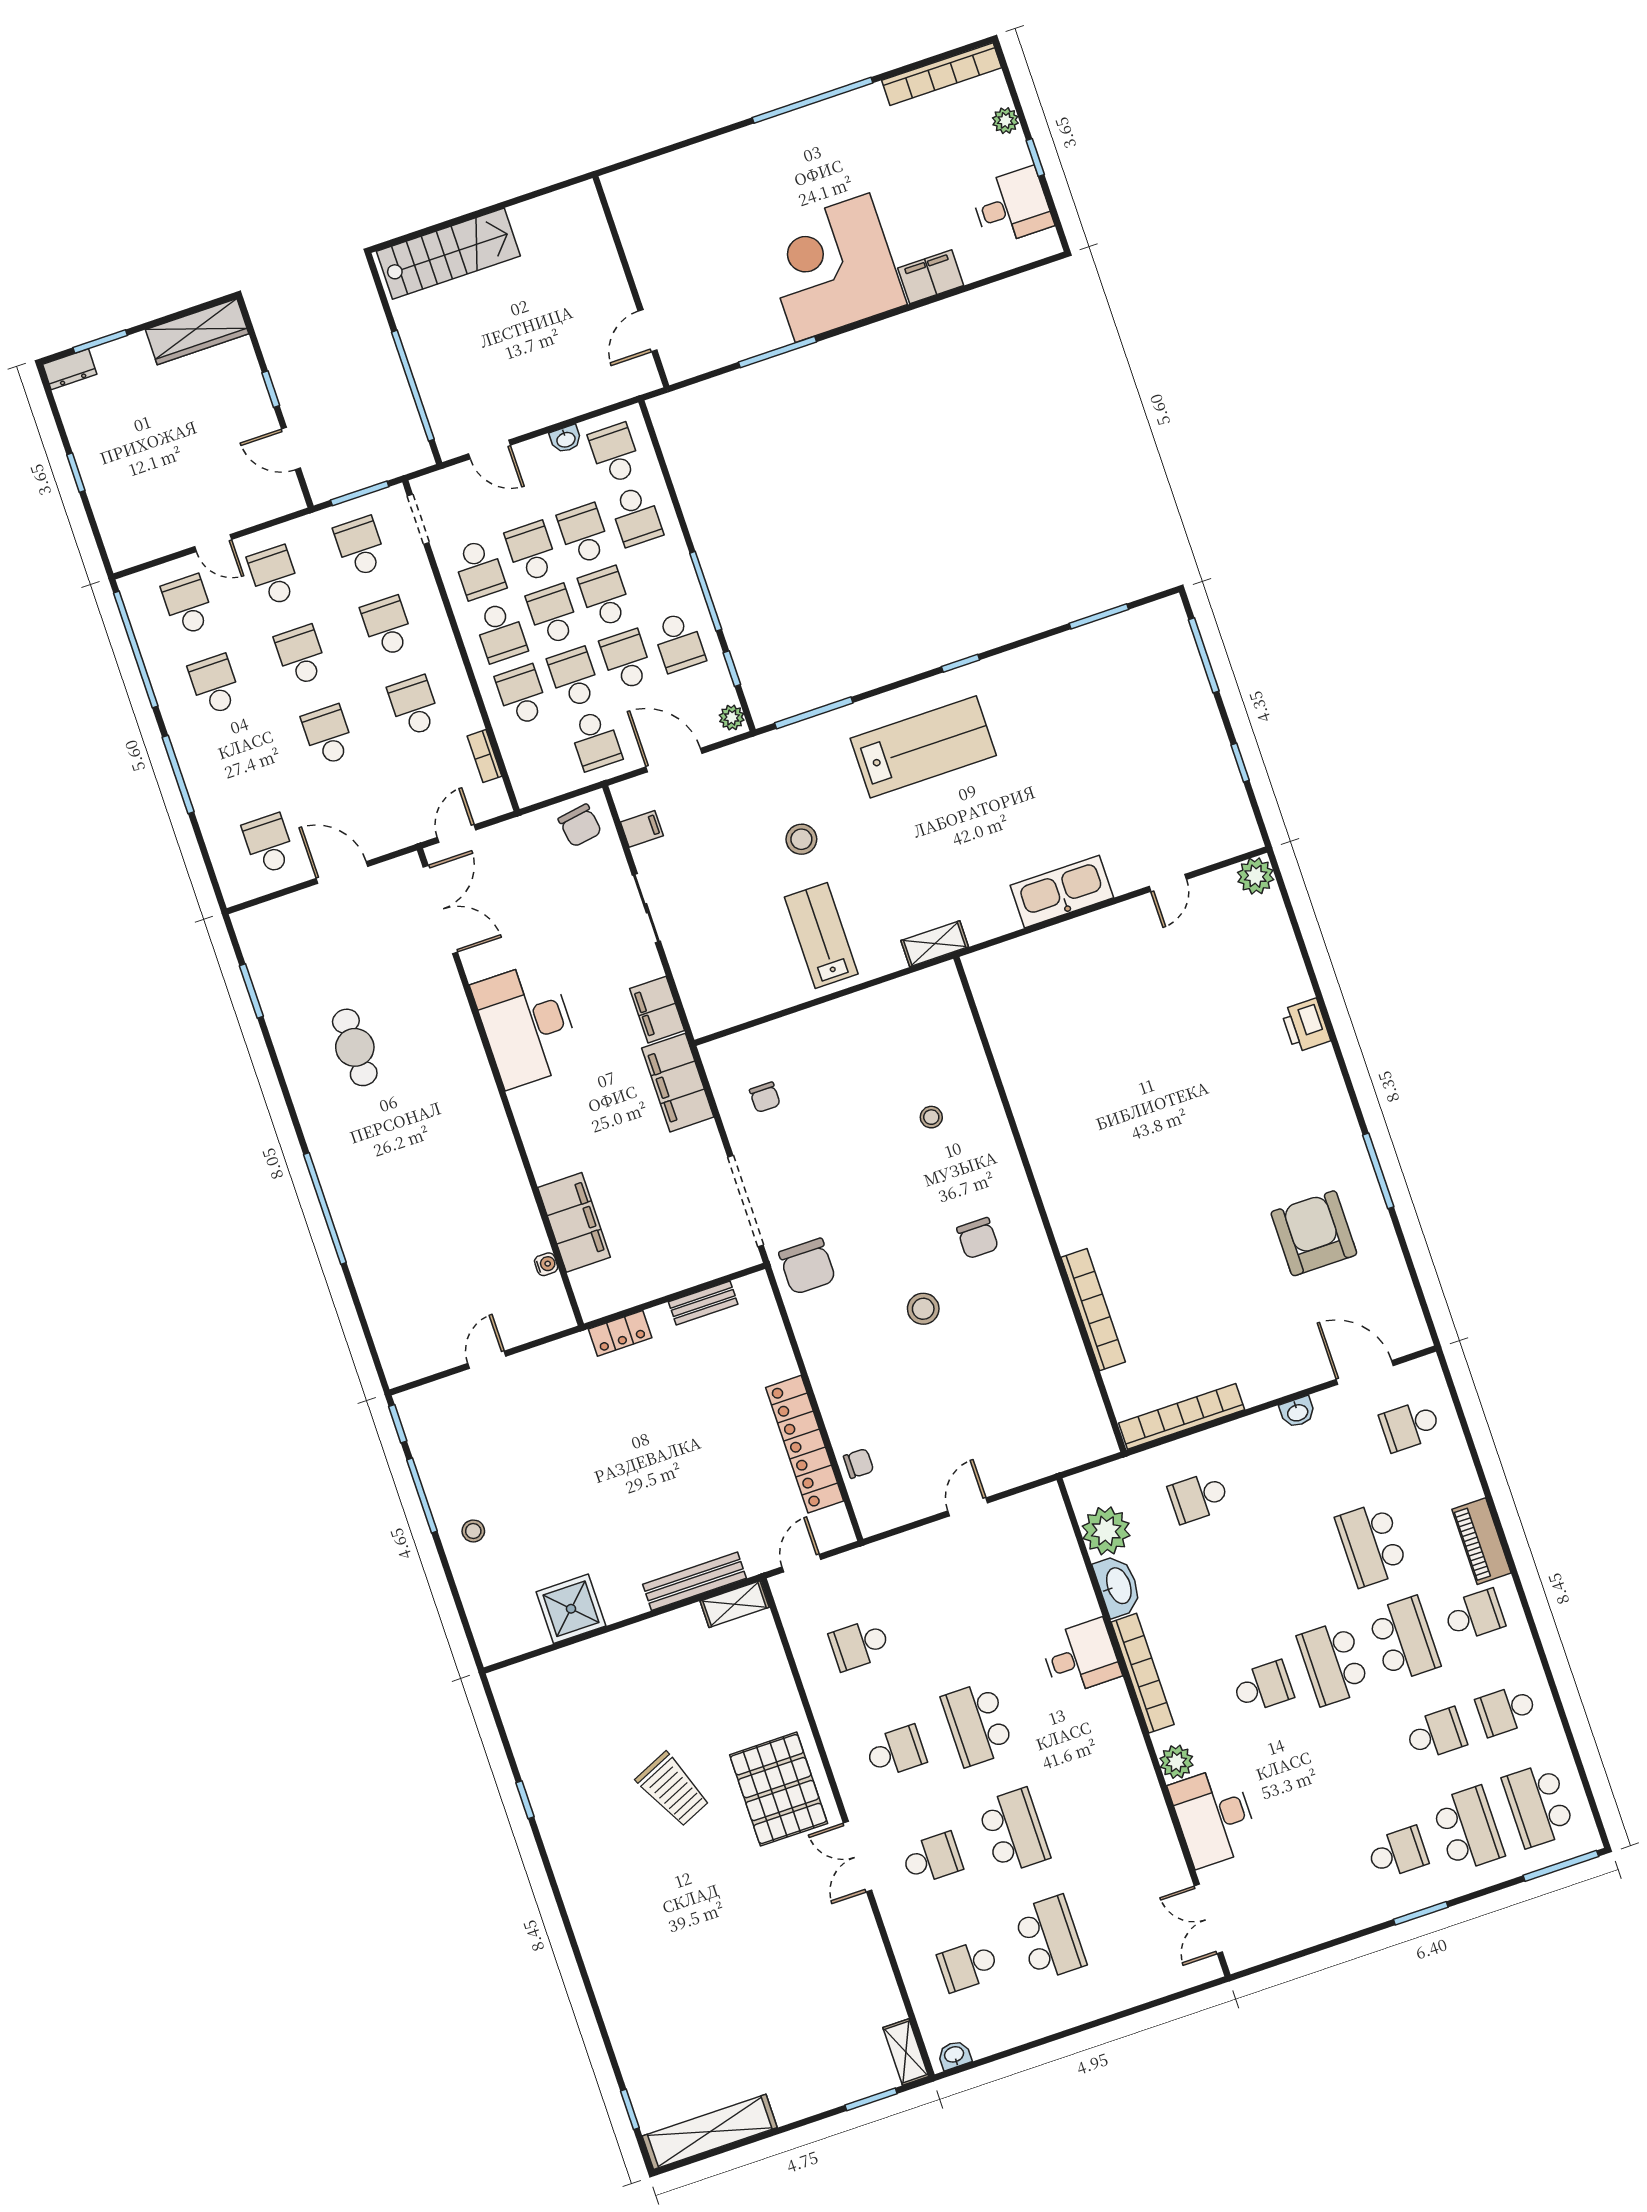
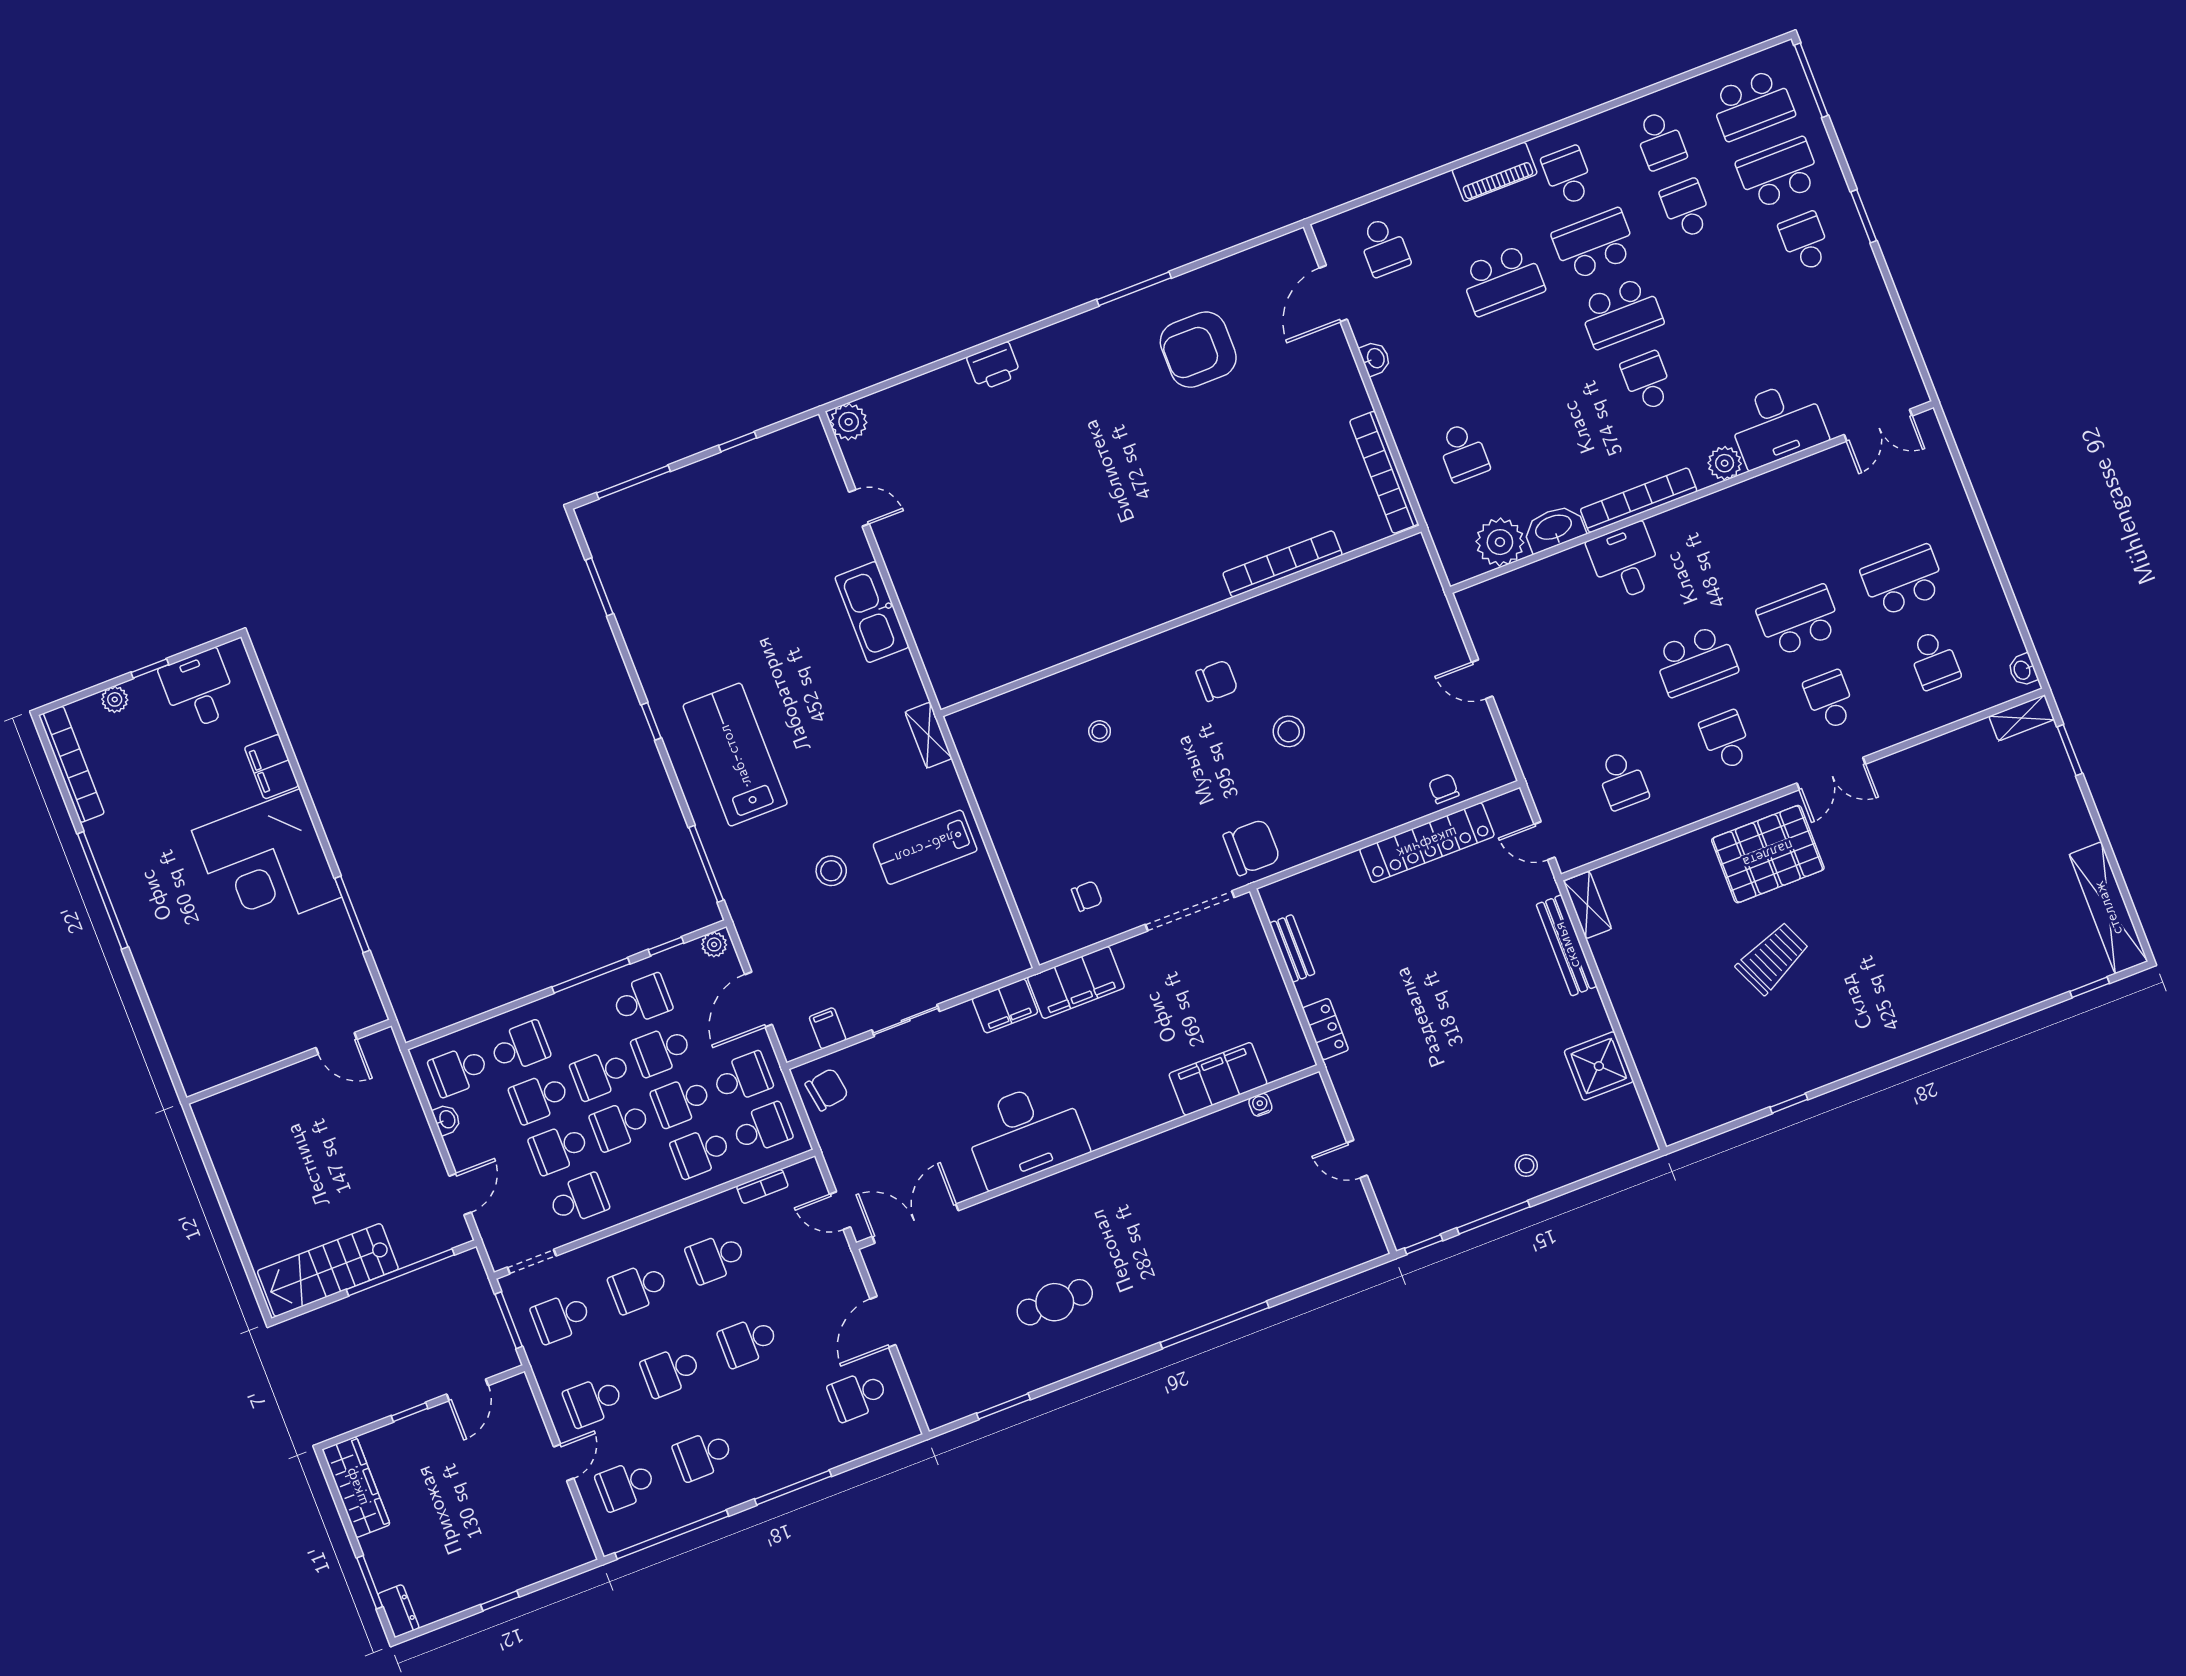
stairs: (448, 254) -> (328, 1270), moved, turned -90
school desk: (501, 632) -> (762, 1129), moved

